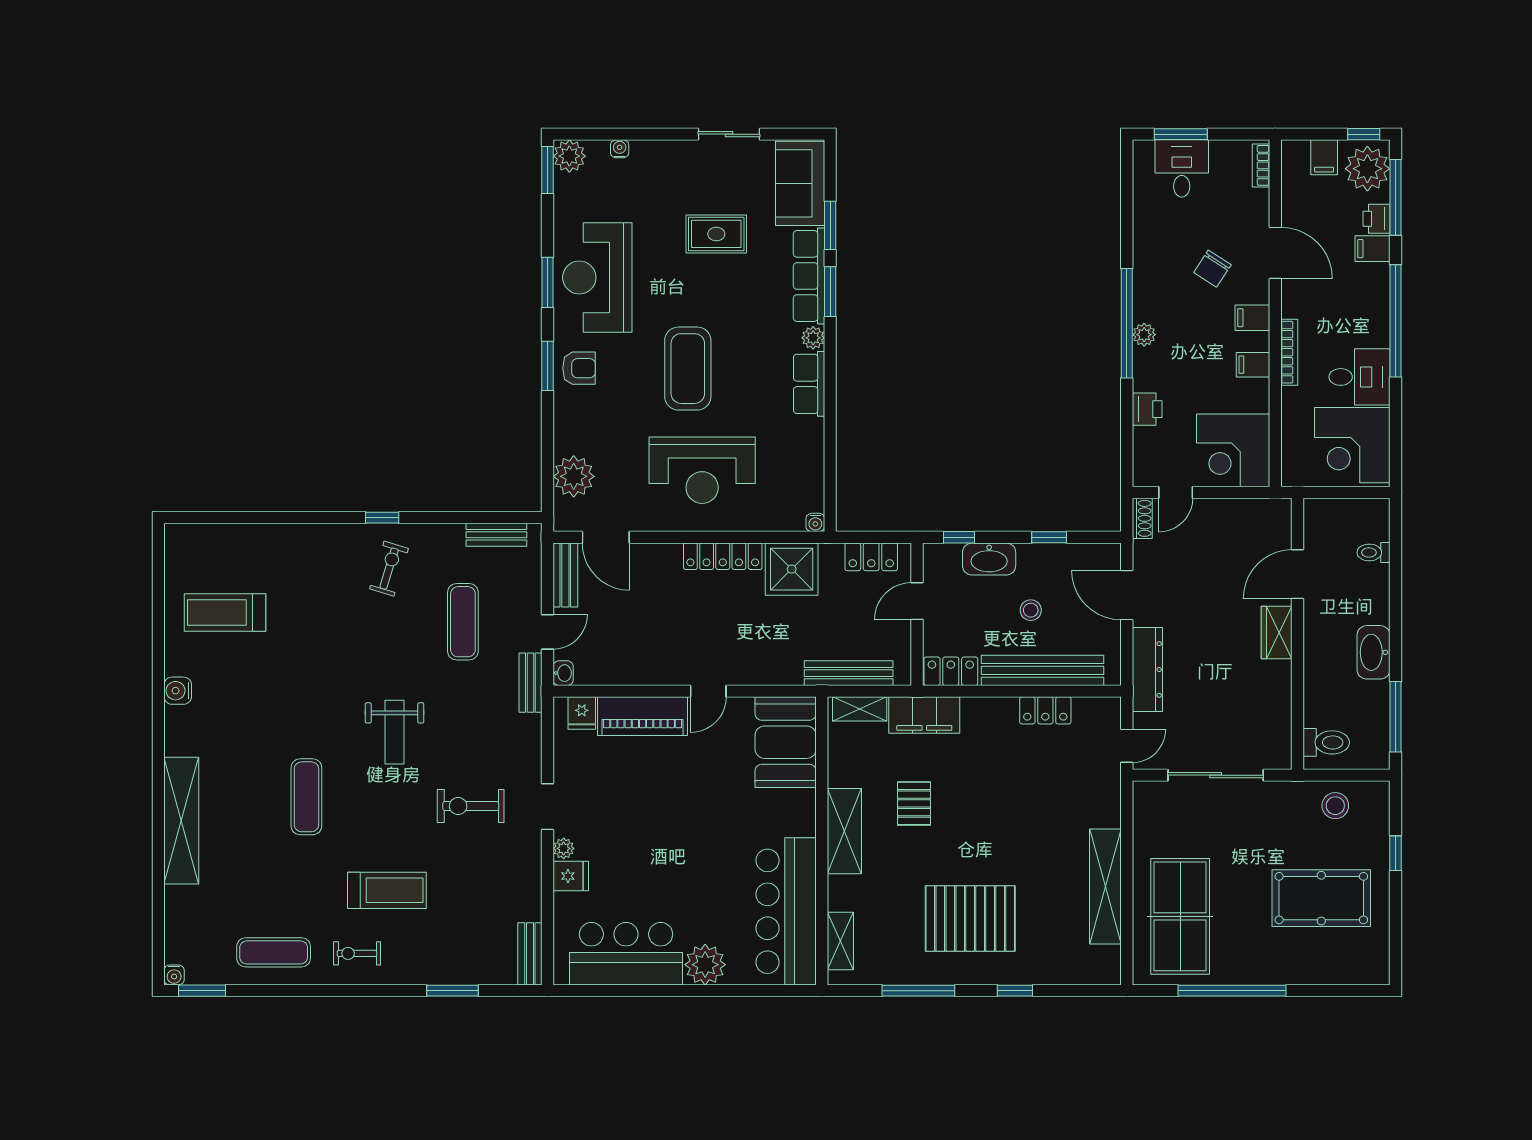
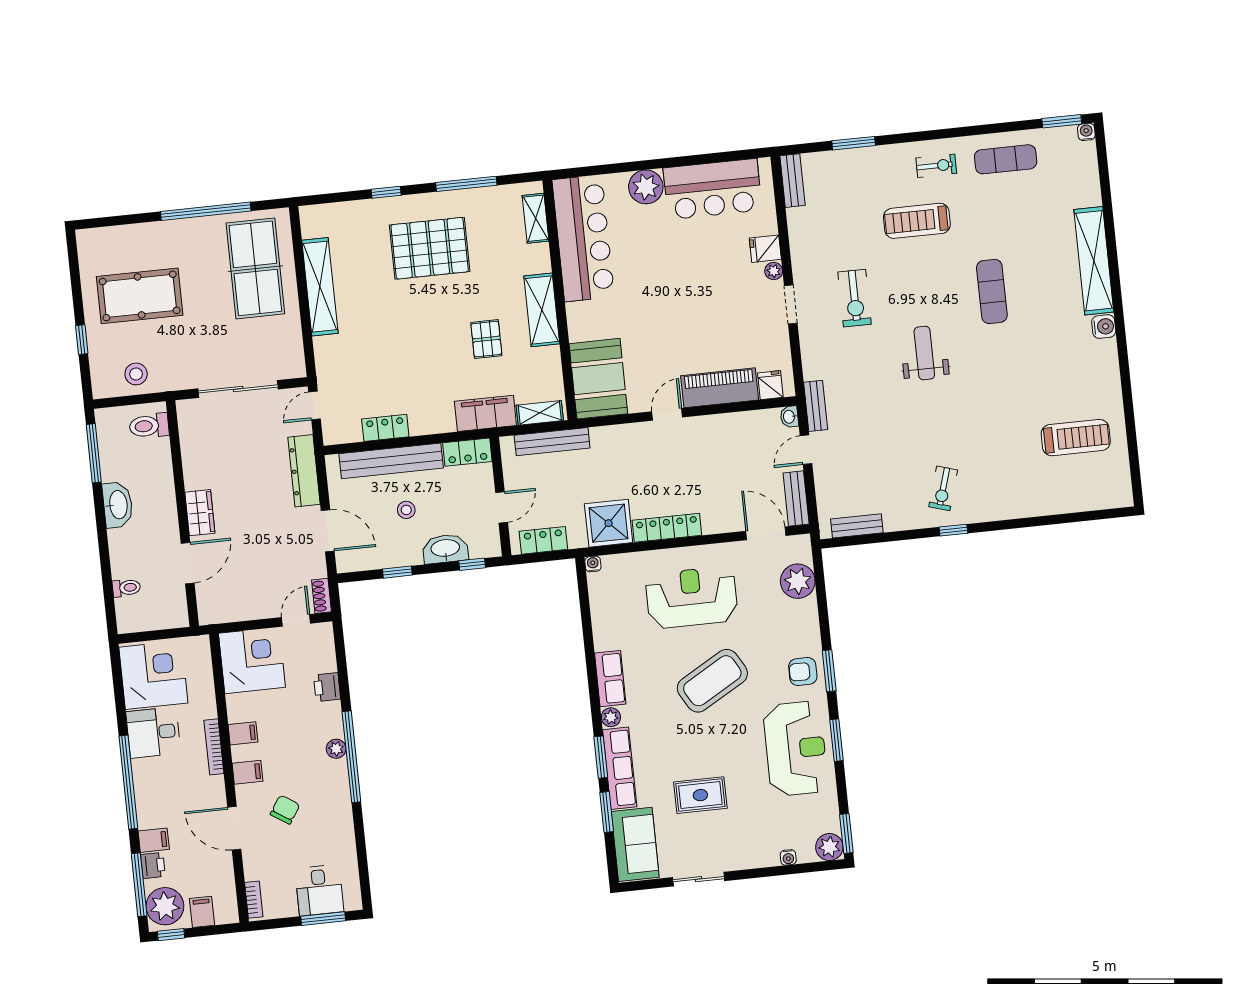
coffee table: (688, 369) -> (712, 681), turned 60
exercise mat: (463, 622) -> (877, 451), removed
water cooler: (178, 691) -> (1104, 327), moved
exercise bike: (471, 806) -> (855, 298), turned 90

